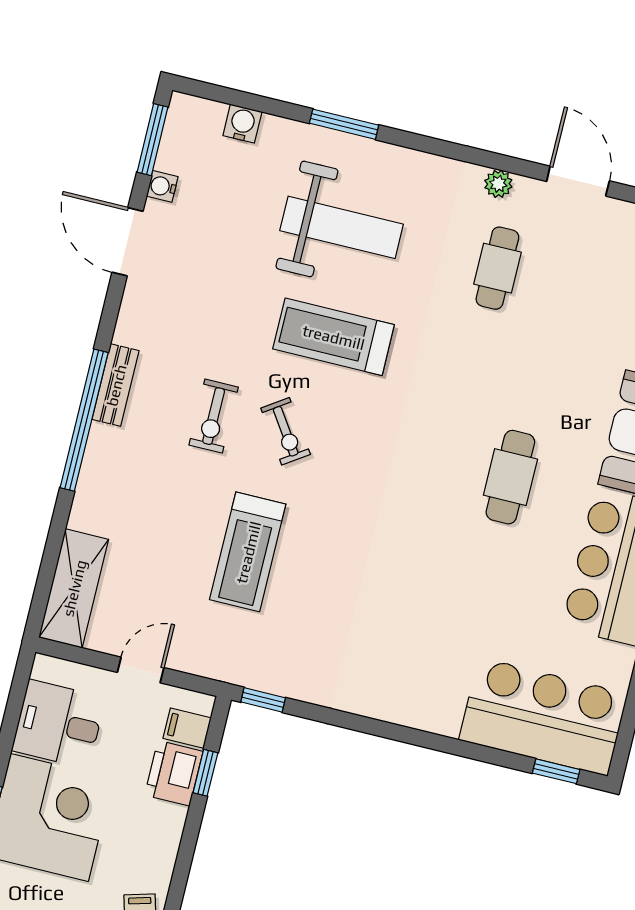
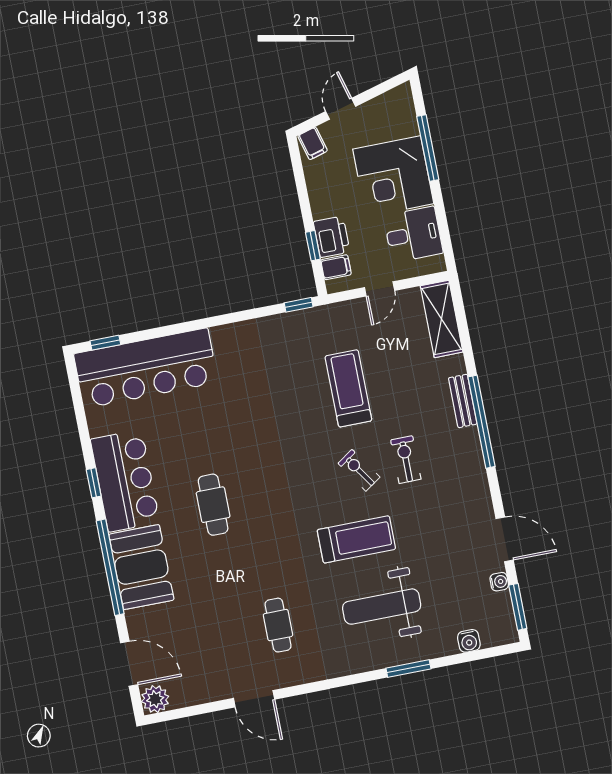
plant: (498, 184) -> (301, 675), removed
bench: (116, 385) -> (463, 401), moved
bar counter: (543, 717) -> (146, 368), width x1.36

